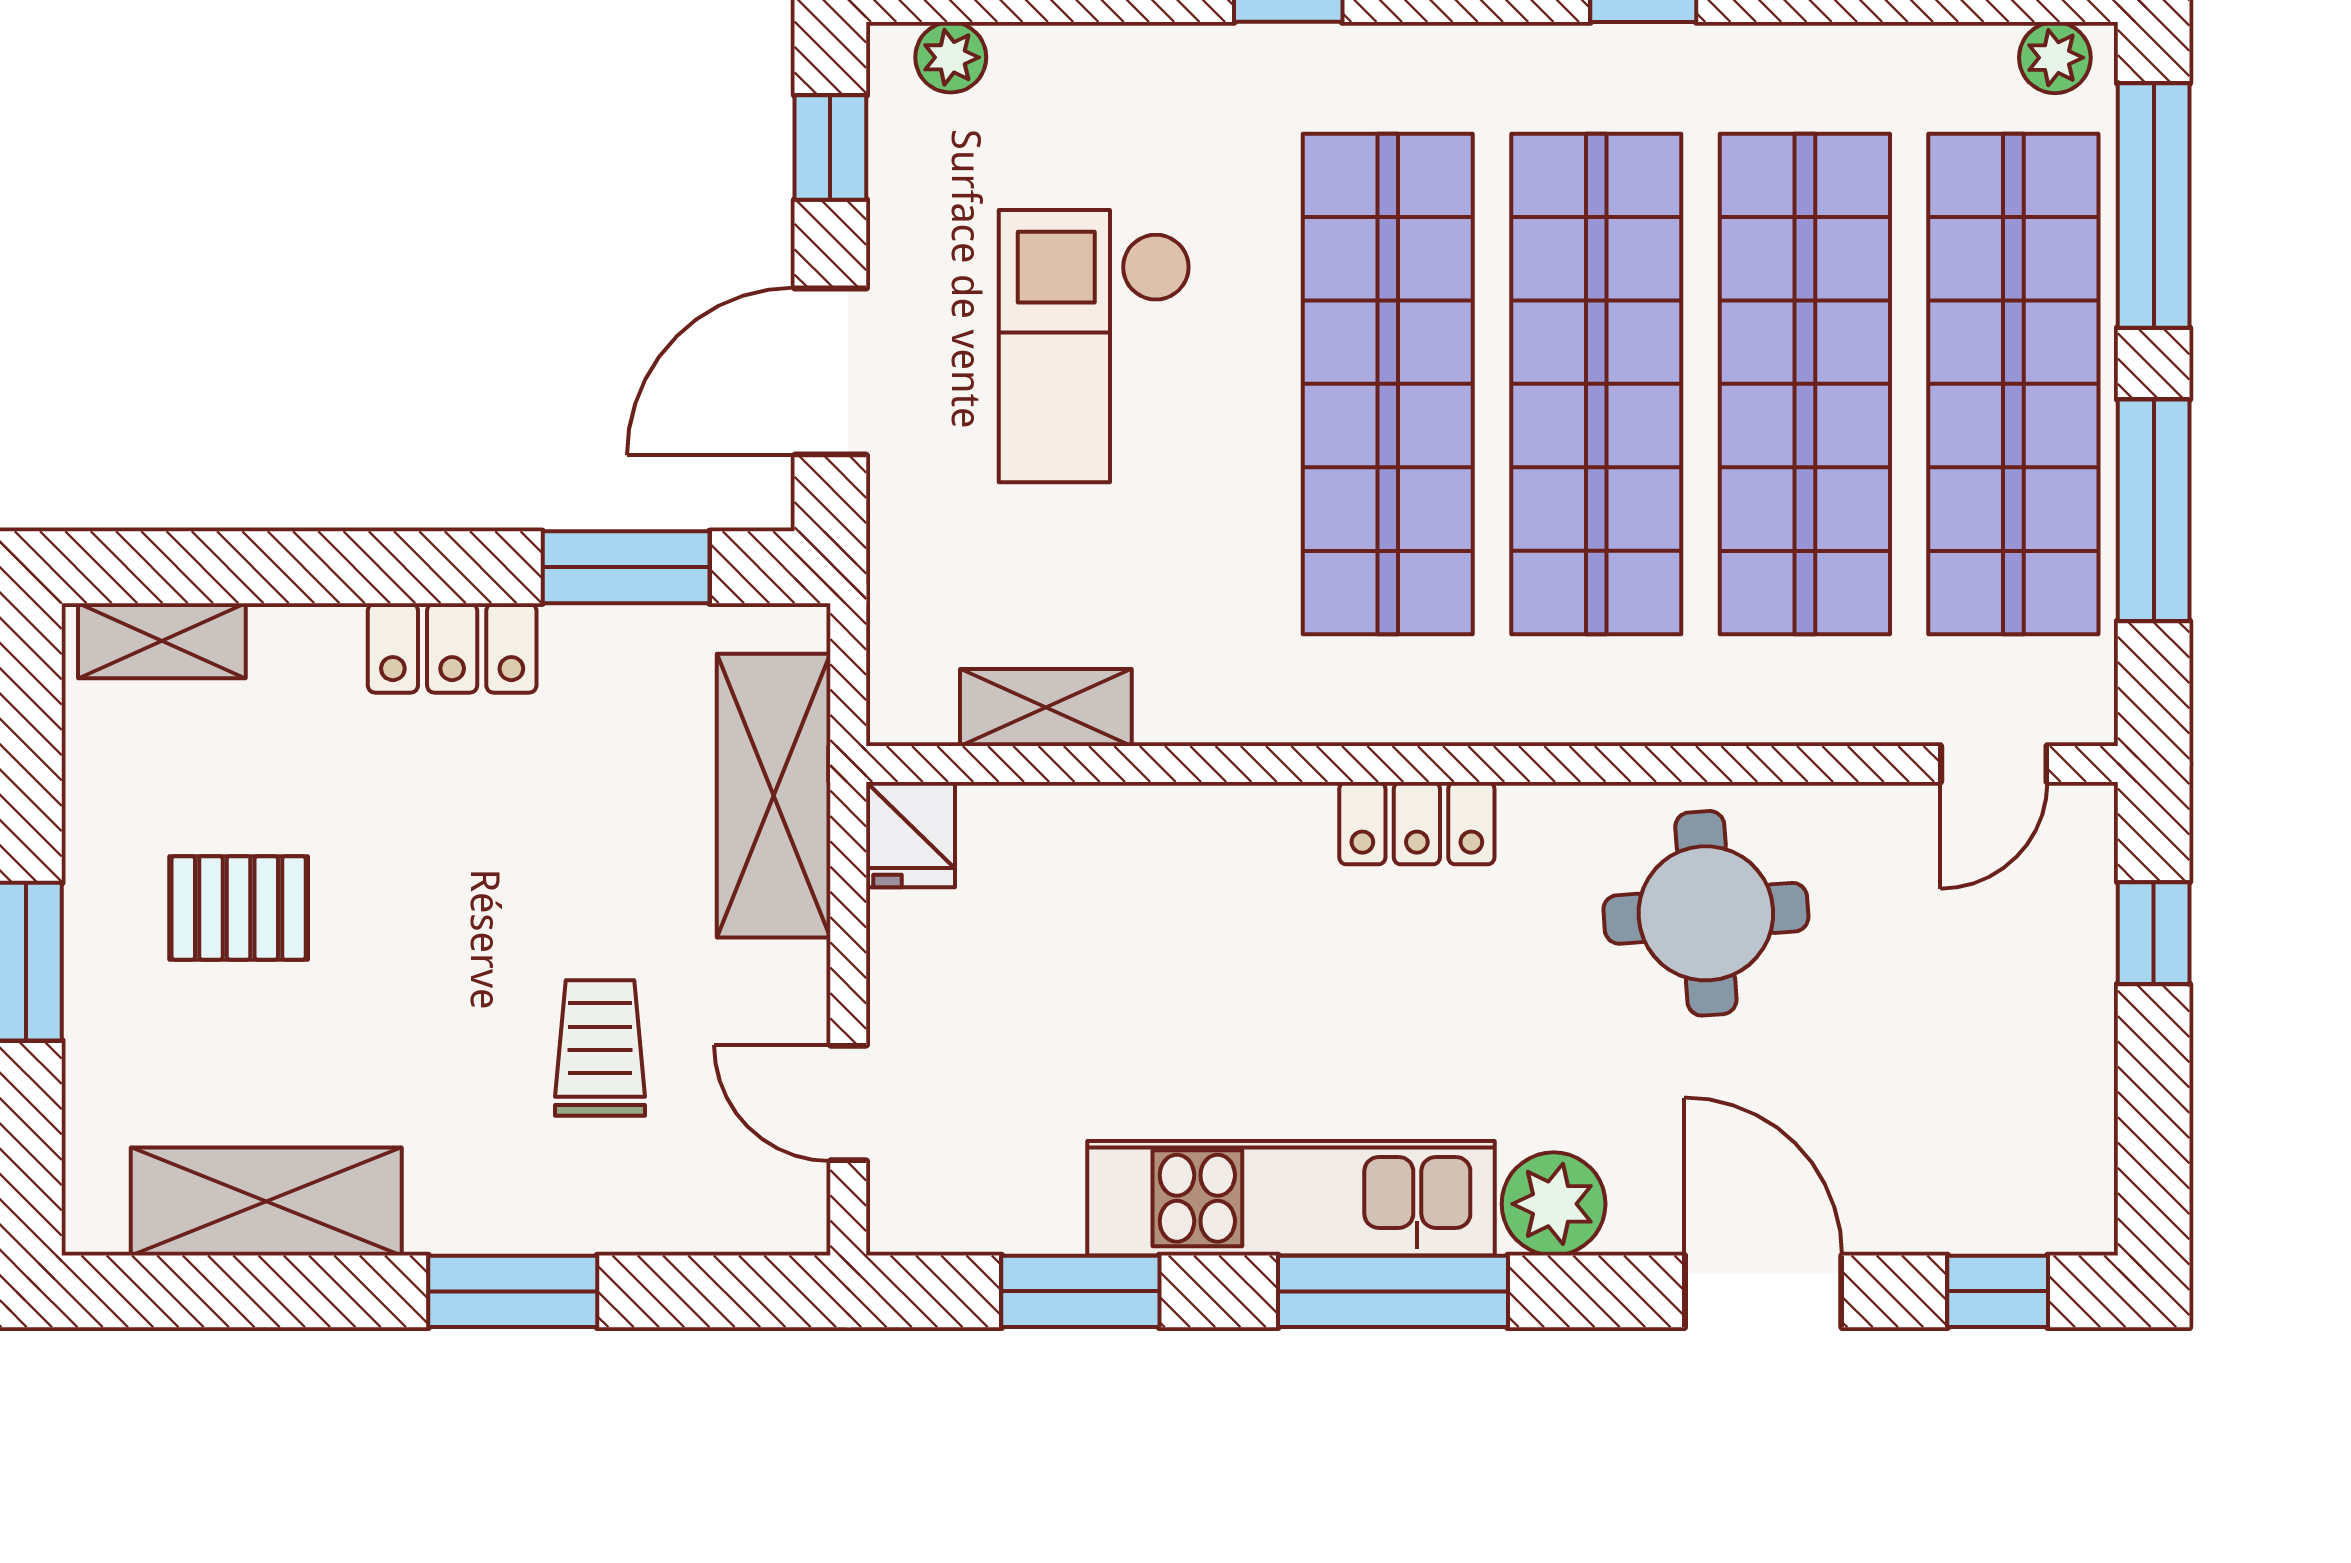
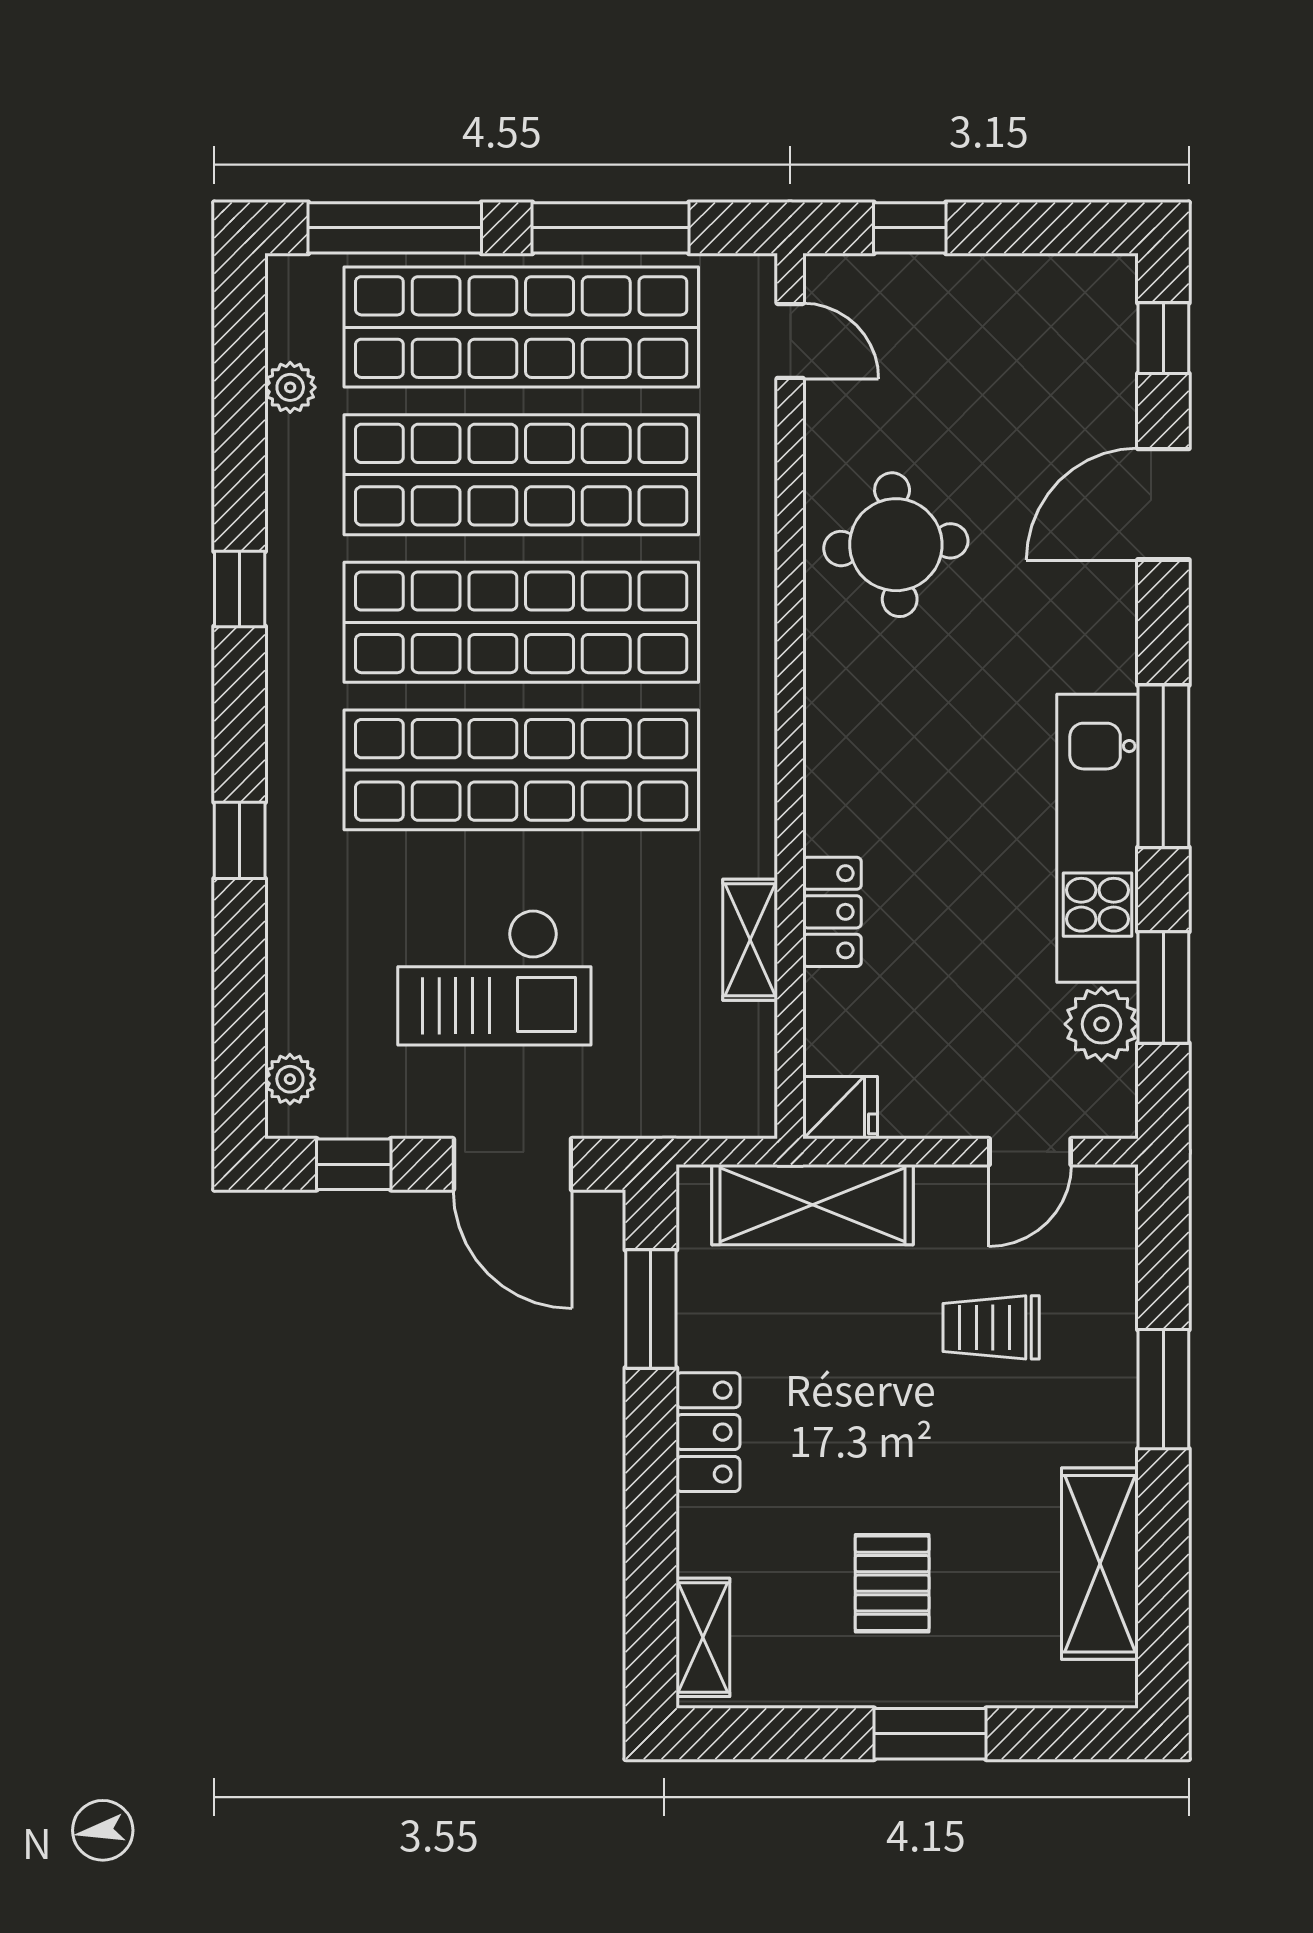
plant: (2055, 58) -> (290, 387), moved
shelving: (1046, 707) -> (750, 940), moved
locker: (1417, 823) -> (832, 912), moved
plant: (1554, 1204) -> (1101, 1024), moved

